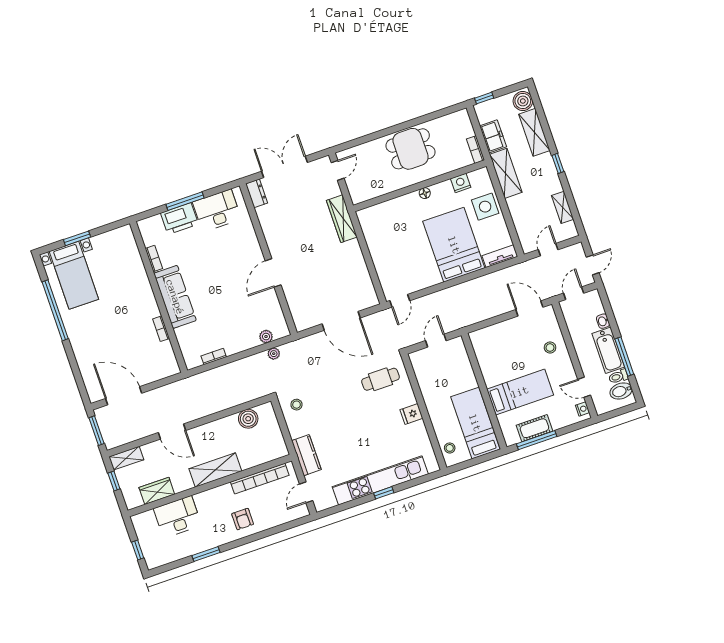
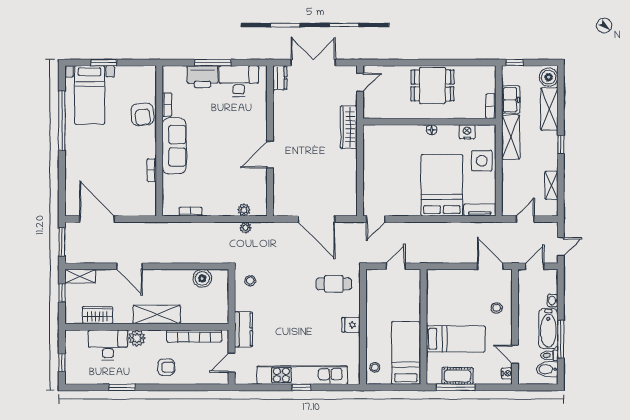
armchair: (133, 277) -> (142, 114), added
plant: (204, 500) -> (137, 338), added
armchair: (243, 519) -> (166, 367), turned -90

